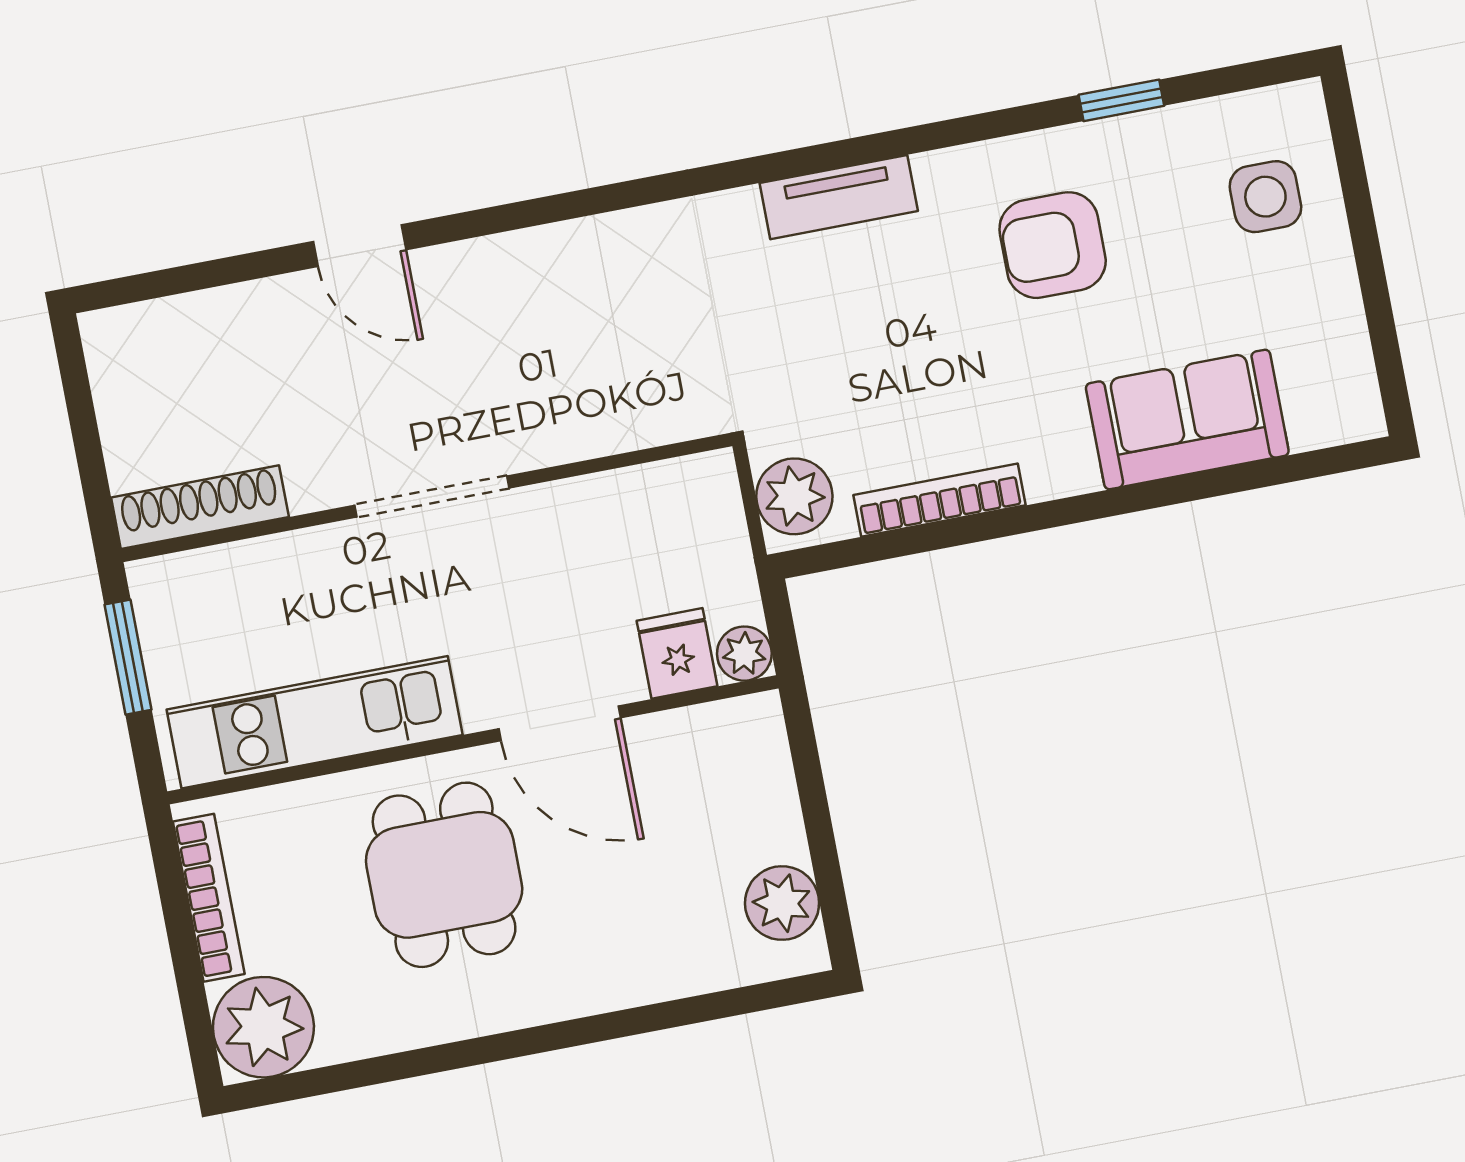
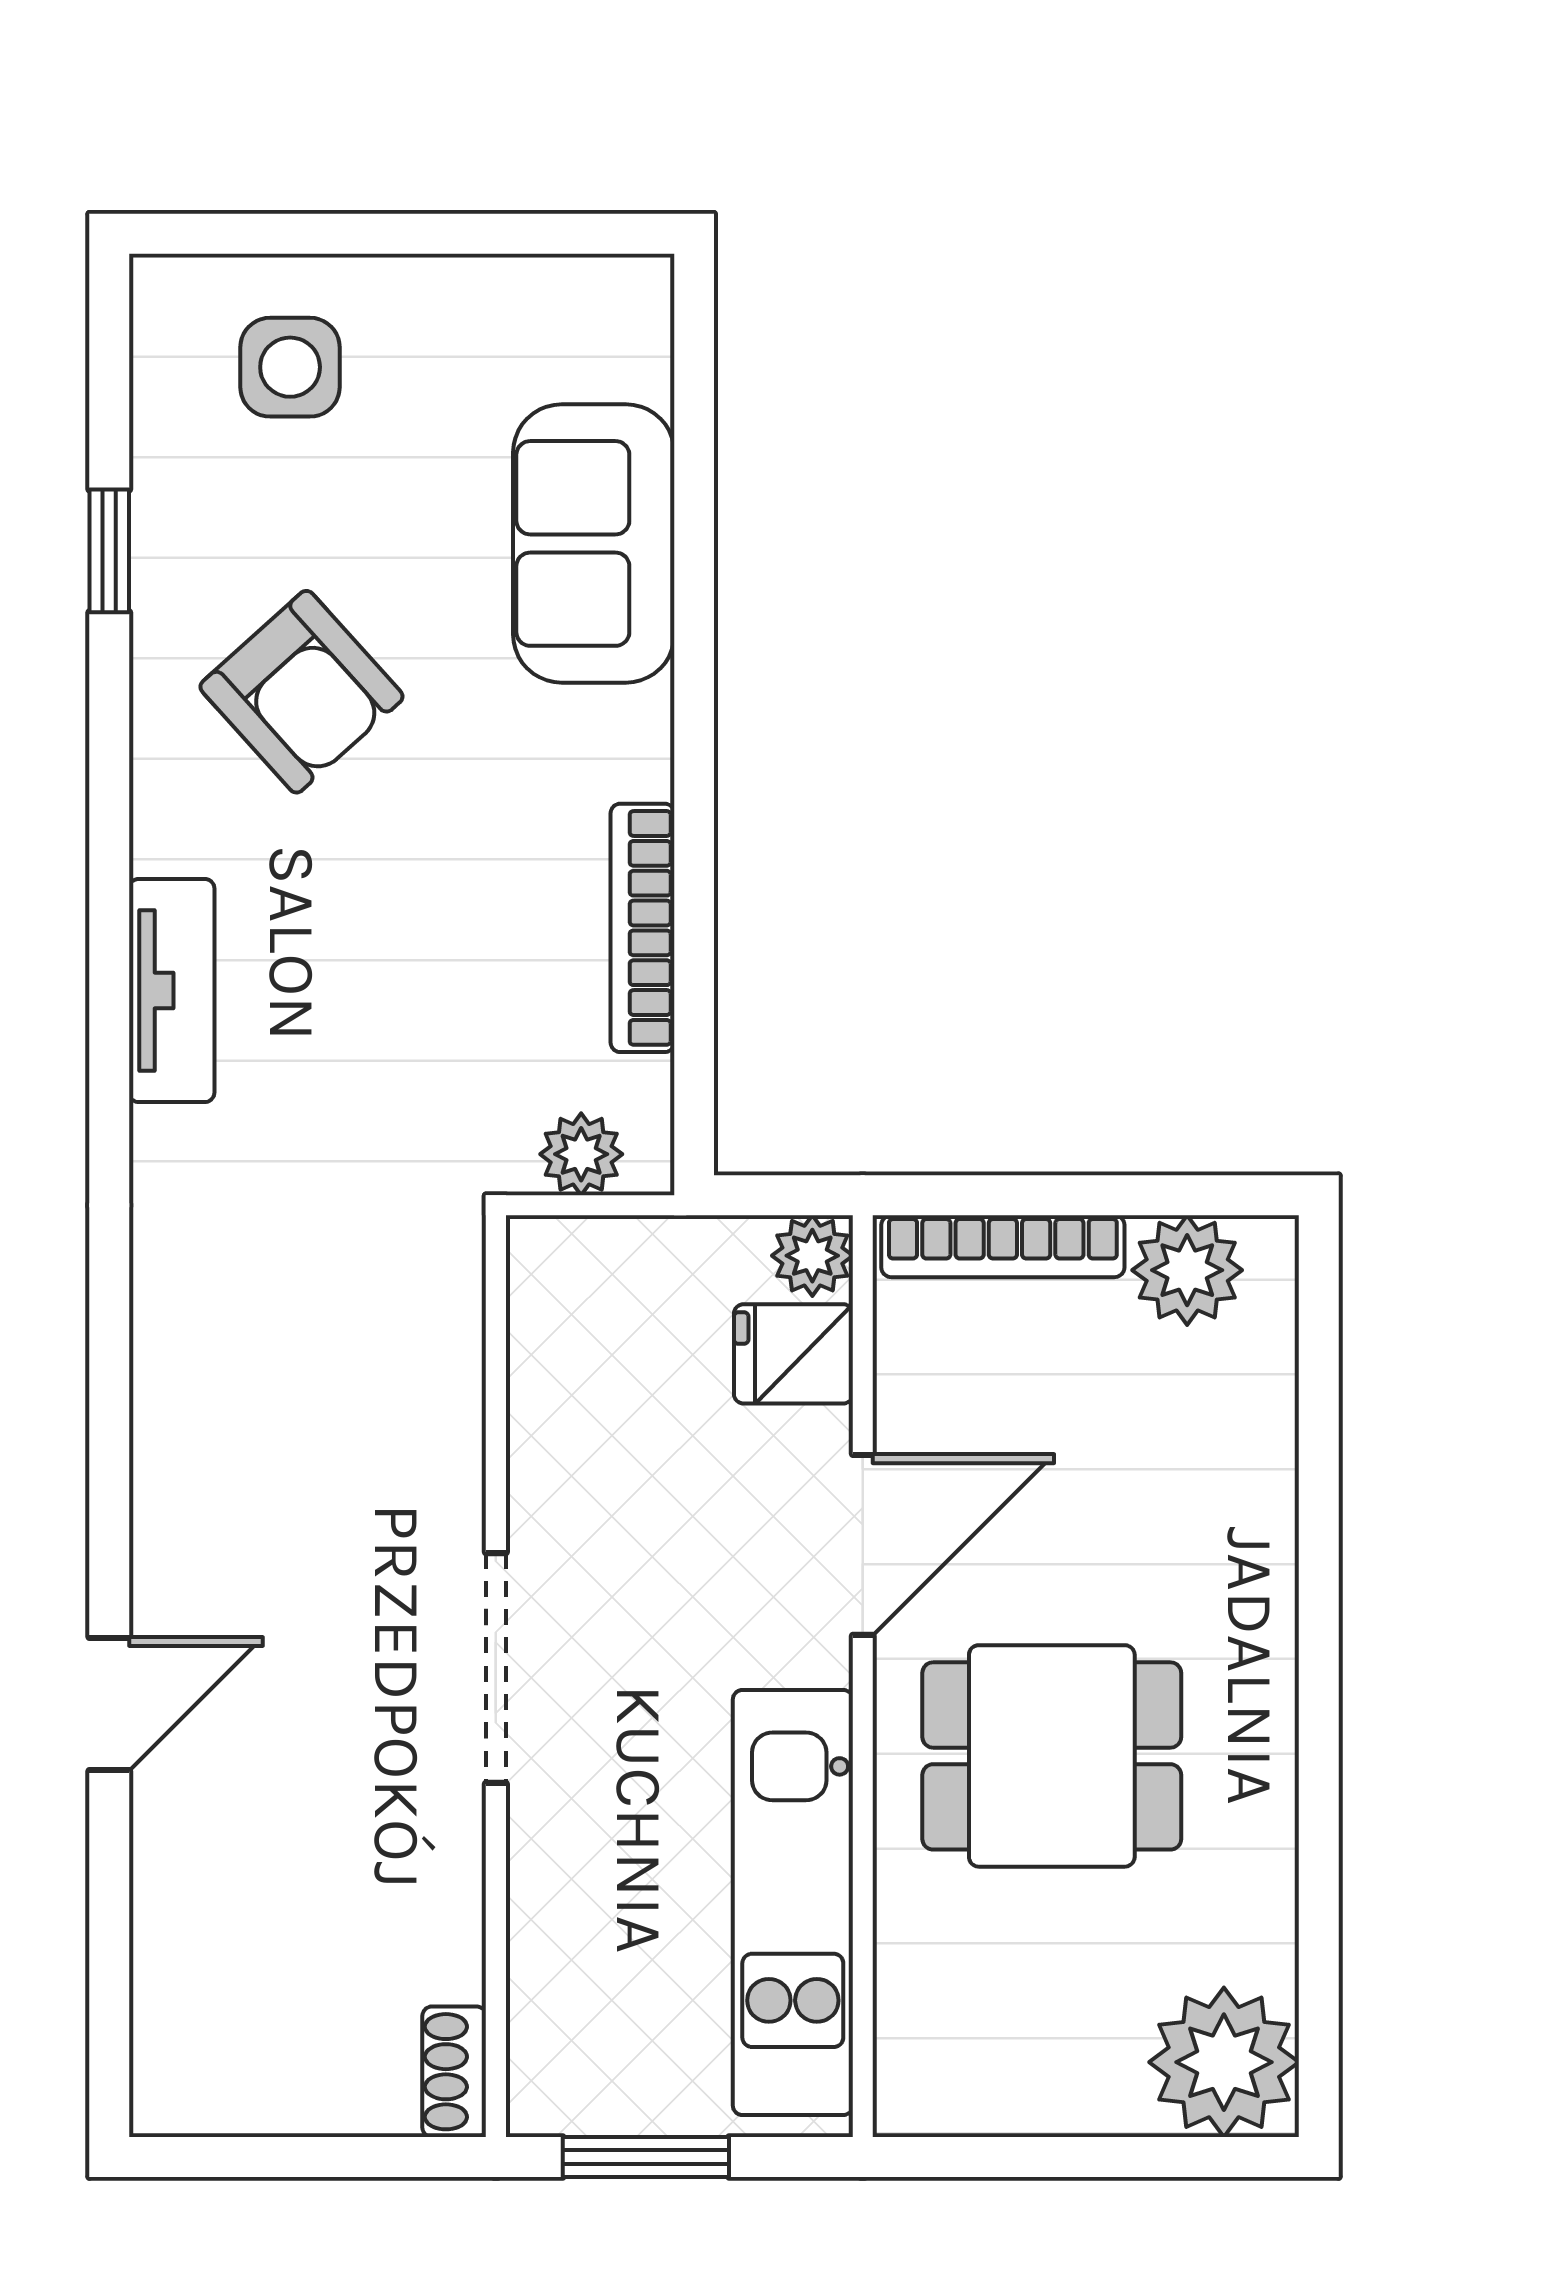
armchair: (1053, 245) -> (301, 692), turned -42
plant: (794, 496) -> (581, 1154), width x0.73, depth x0.73
shoe rack: (200, 507) -> (454, 2072), width x0.51, depth x0.81
bookcase: (209, 898) -> (1003, 1246), moved, turned 180

